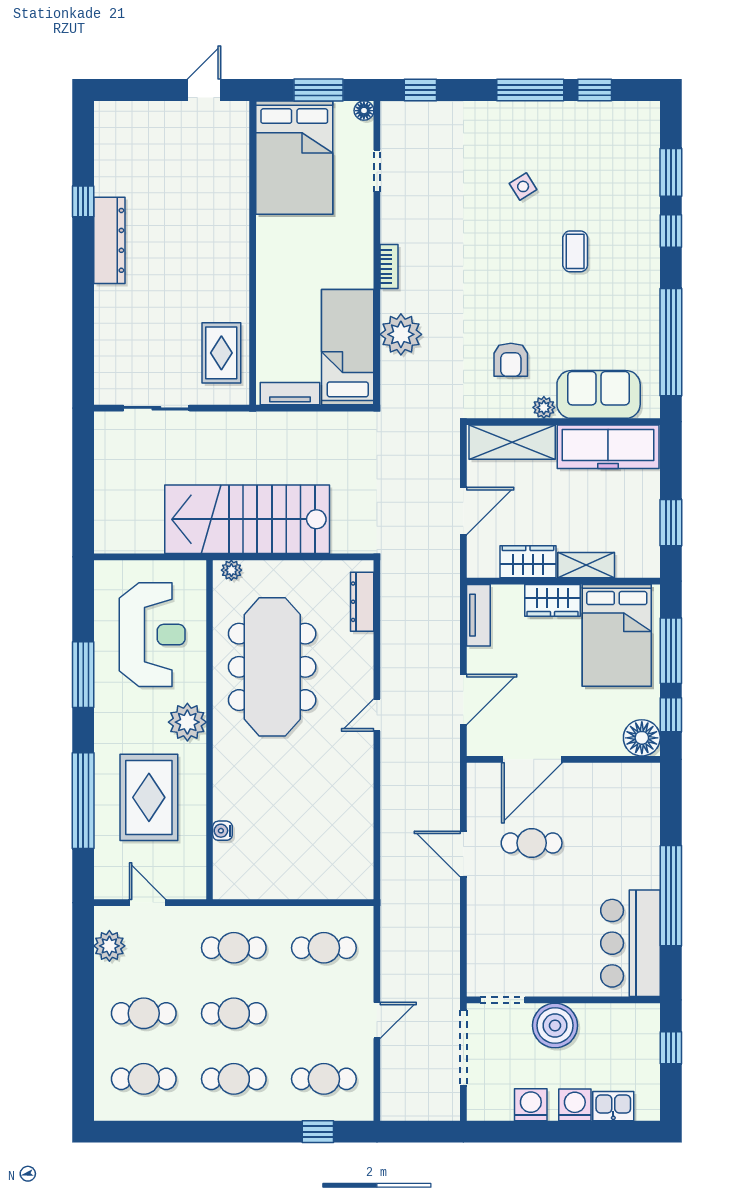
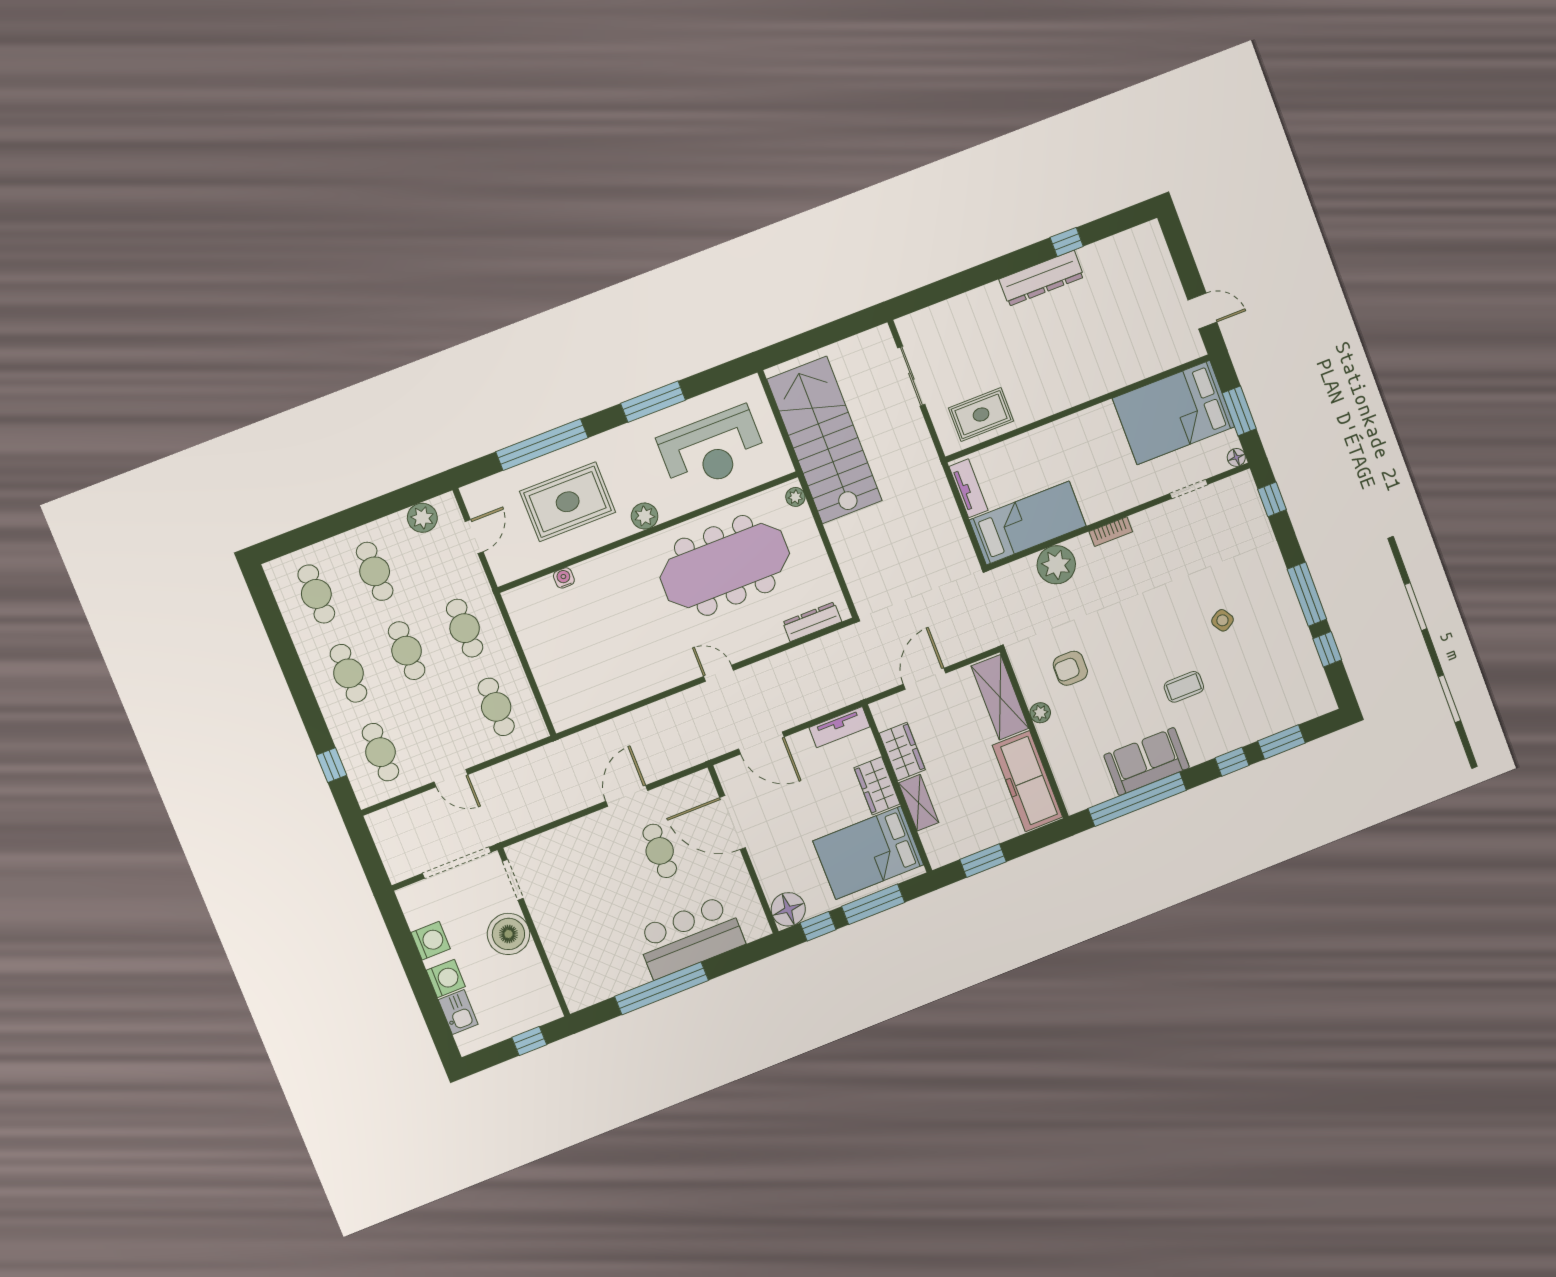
sofa: (599, 394) -> (1147, 761), moved, turned -90
door: (463, 511) -> (925, 679), swing flipped
stairs: (247, 519) -> (825, 440), moved
plant: (187, 722) -> (645, 516), width x0.73, depth x0.73
bar counter: (630, 943) -> (690, 937), moved

